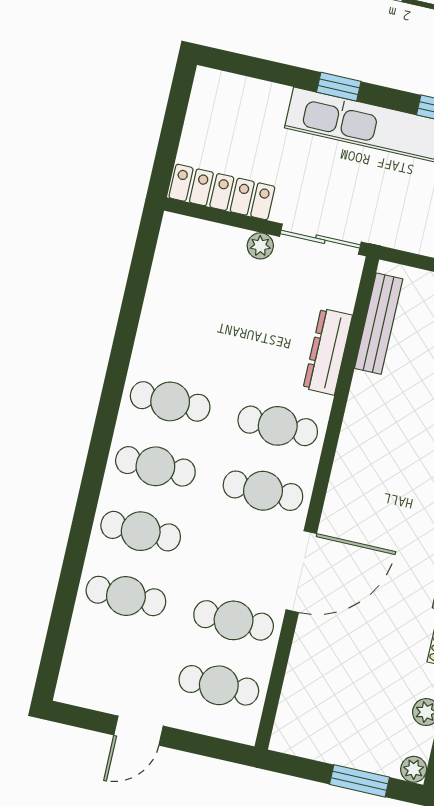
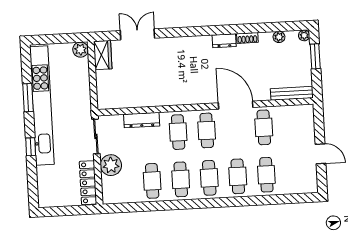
plant: (260, 246) -> (111, 165), width x1.88, depth x1.88
bench: (379, 324) -> (292, 93), moved
cafe table: (219, 685) -> (152, 181), moved

